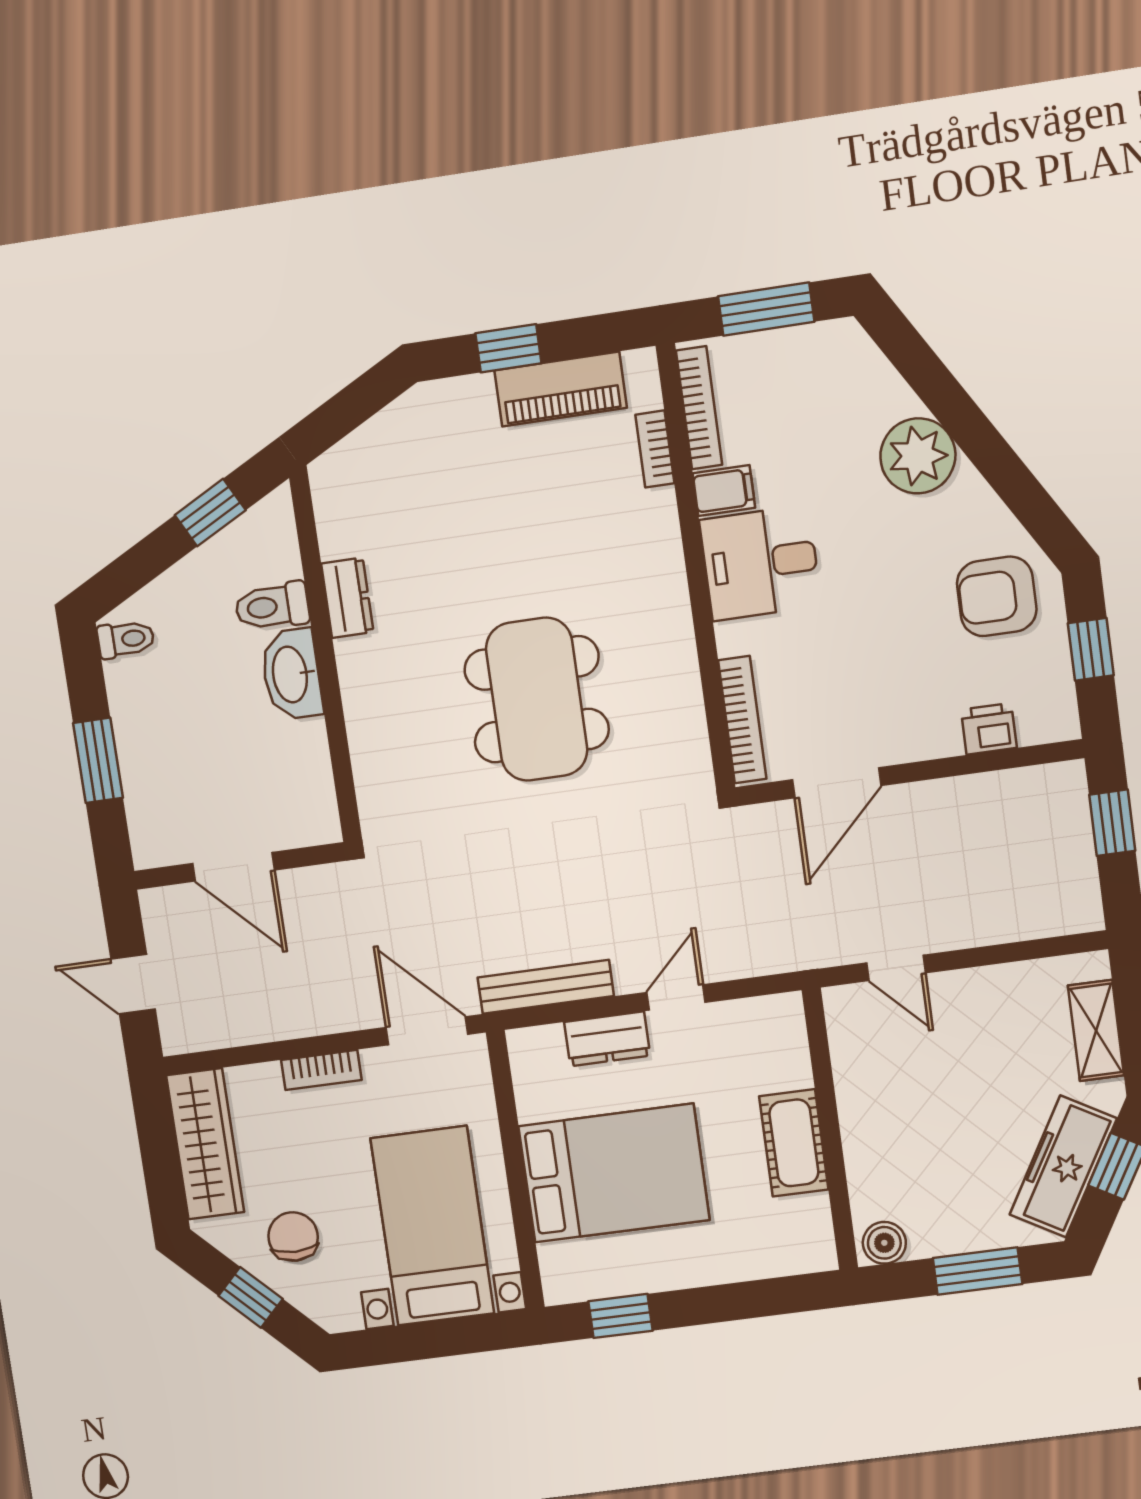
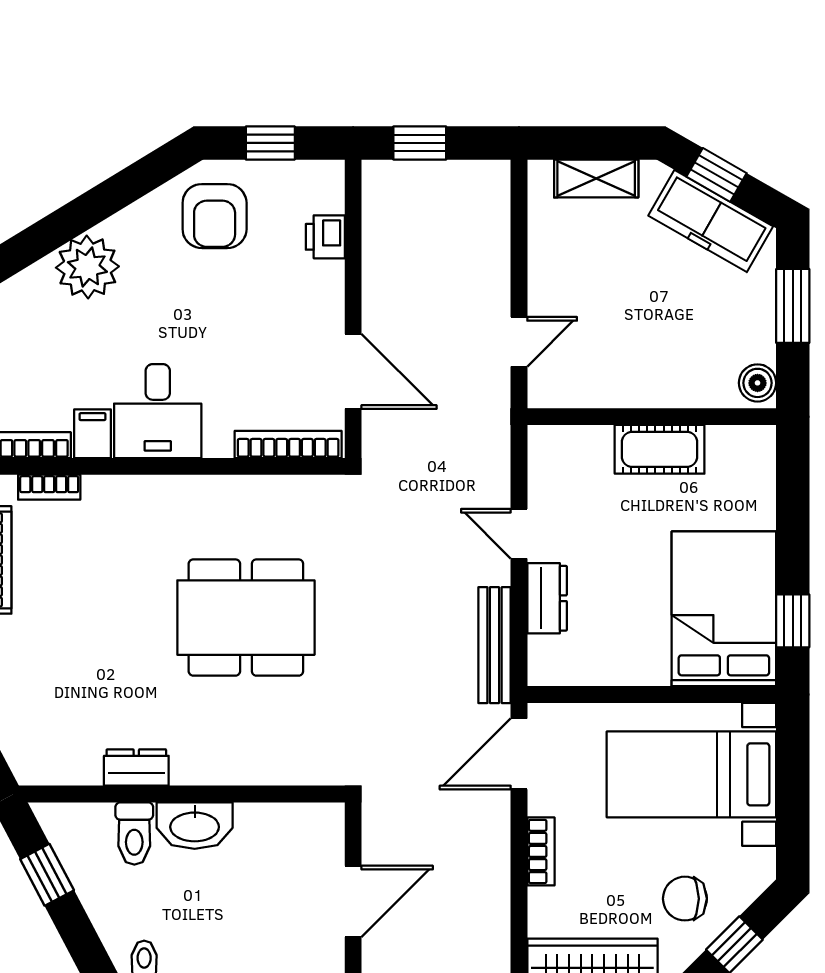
bed: (614, 1173) -> (724, 609), moved

